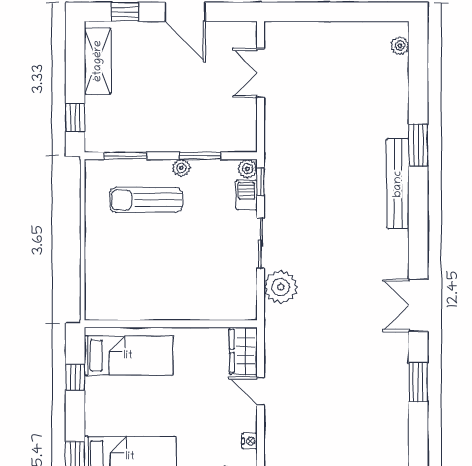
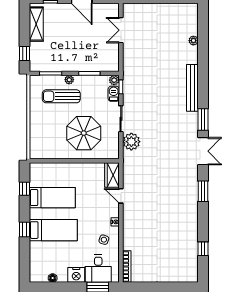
plant: (400, 46) -> (193, 41), moved
window: (418, 145) -> (203, 120), moved
plant: (181, 168) -> (69, 80), moved
parasol: (189, 271) -> (84, 133), added
double door: (418, 305) -> (203, 151), swing flipped
bed: (128, 356) -> (52, 198), moved

